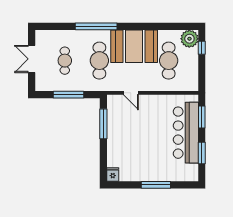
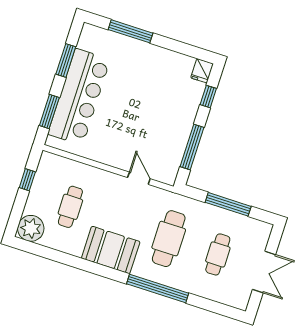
booth: (134, 46) -> (111, 250), width x0.73, depth x0.70
window: (202, 48) -> (27, 180), moved
cafe table: (169, 61) -> (70, 207), width x0.73, depth x0.74
window: (103, 159) -> (208, 97), added
window: (156, 185) -> (130, 31), moved

